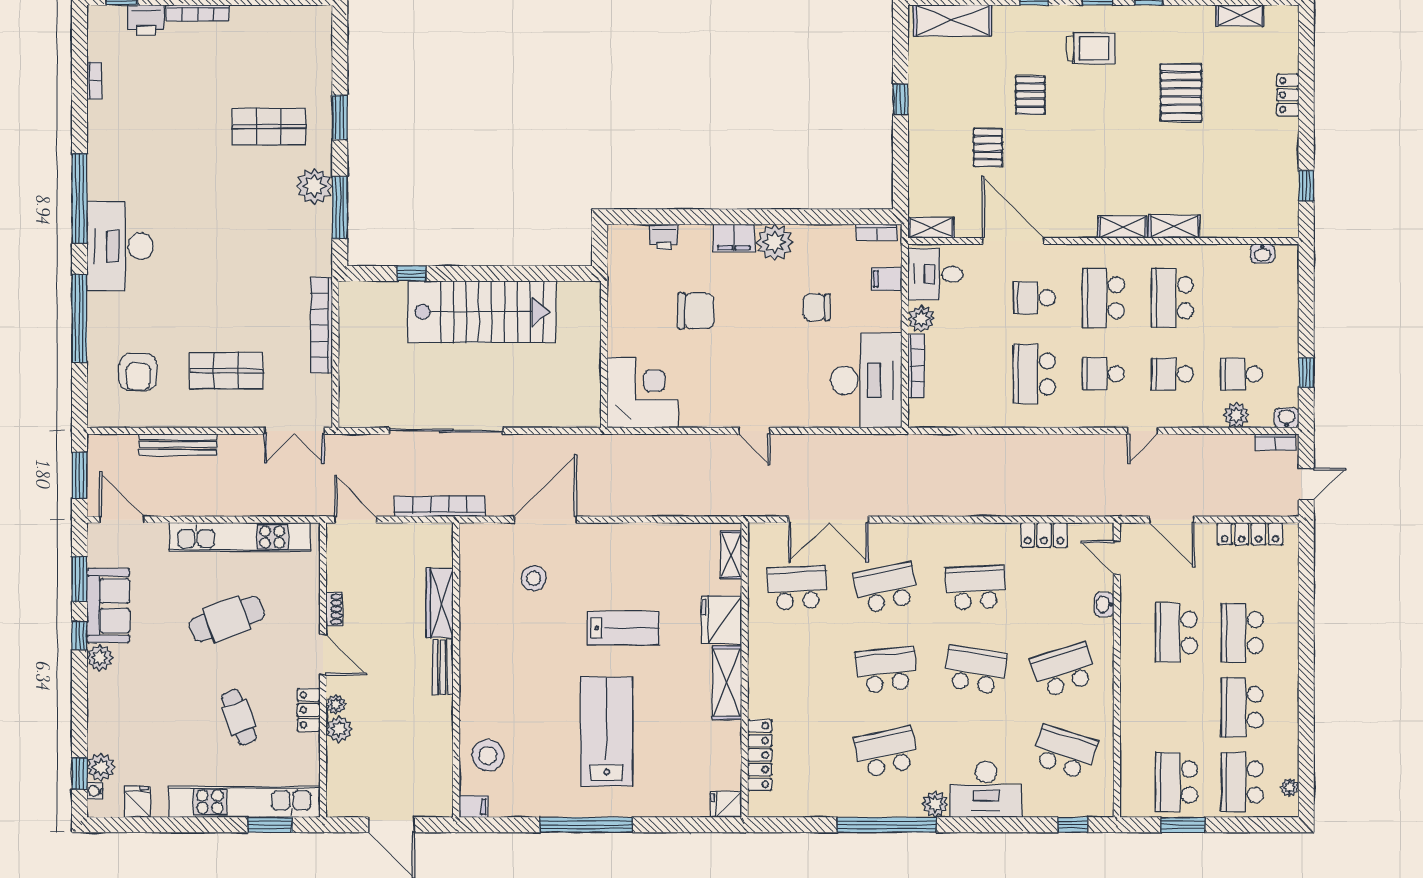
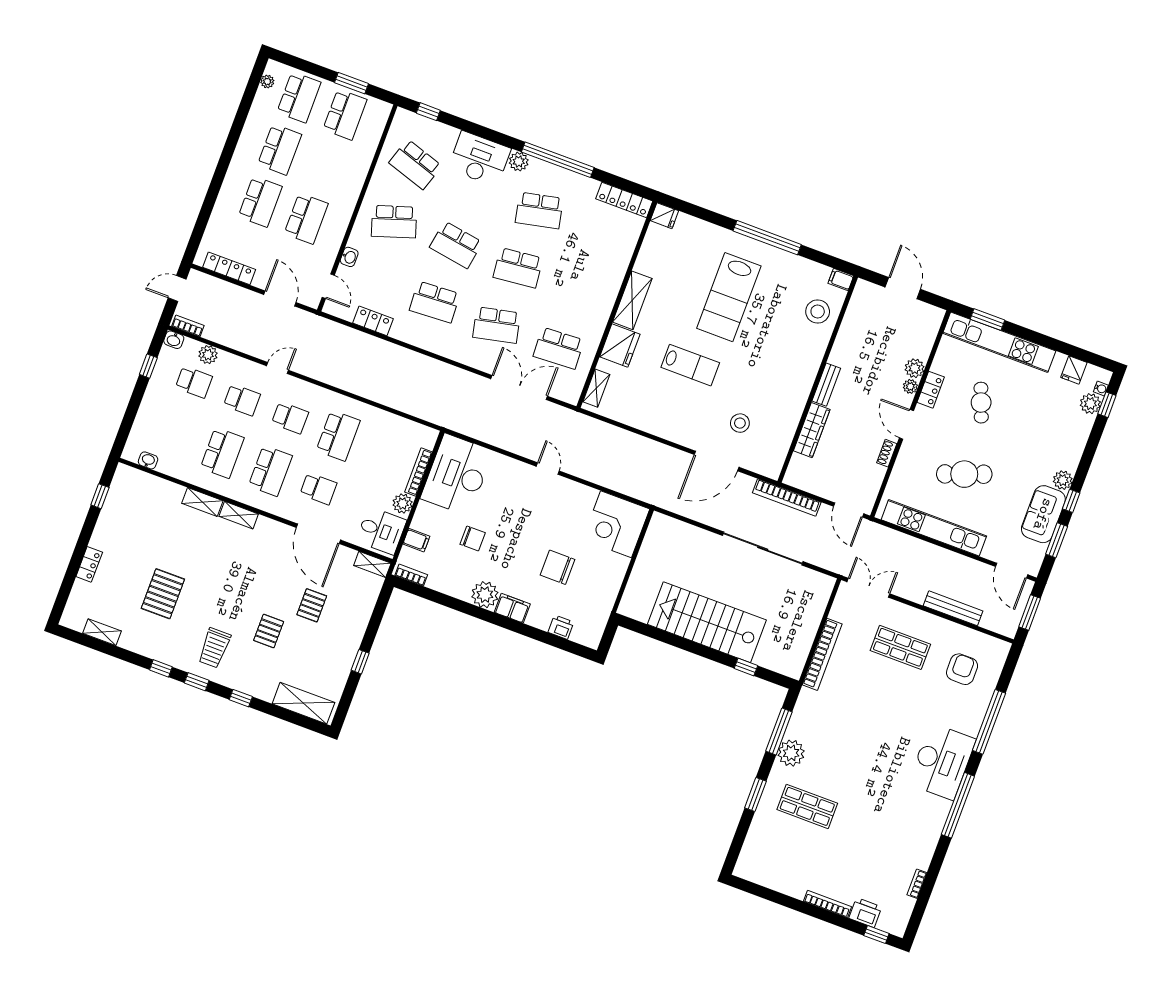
trolley: (1091, 48) -> (214, 648), turned -90
lab bench: (623, 628) -> (690, 365), turned 180
locker: (760, 755) -> (624, 200), moved, turned -90

